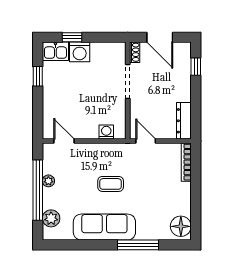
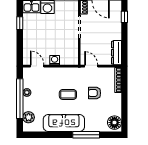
washing machine: (106, 132) -> (55, 60), moved
armchair: (151, 182) -> (94, 93), added

